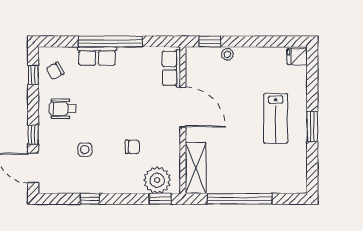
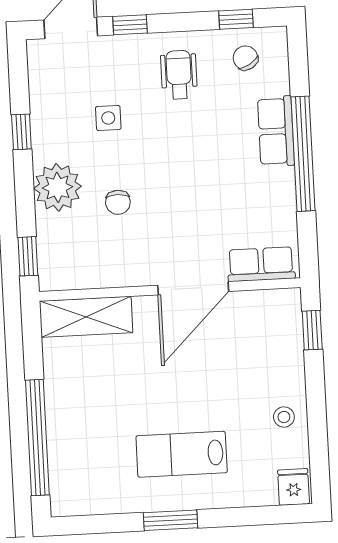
stool: (227, 54) -> (284, 417), moved
plant: (157, 180) -> (57, 187), moved
window: (240, 199) -> (37, 438), moved

